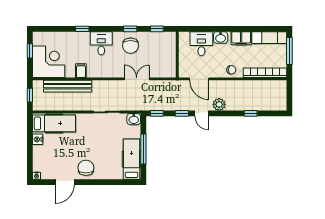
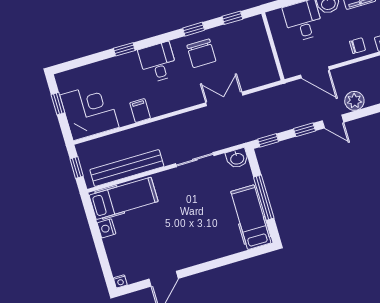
bench: (68, 86) -> (127, 168), moved
chair: (86, 168) -> (188, 249), removed

